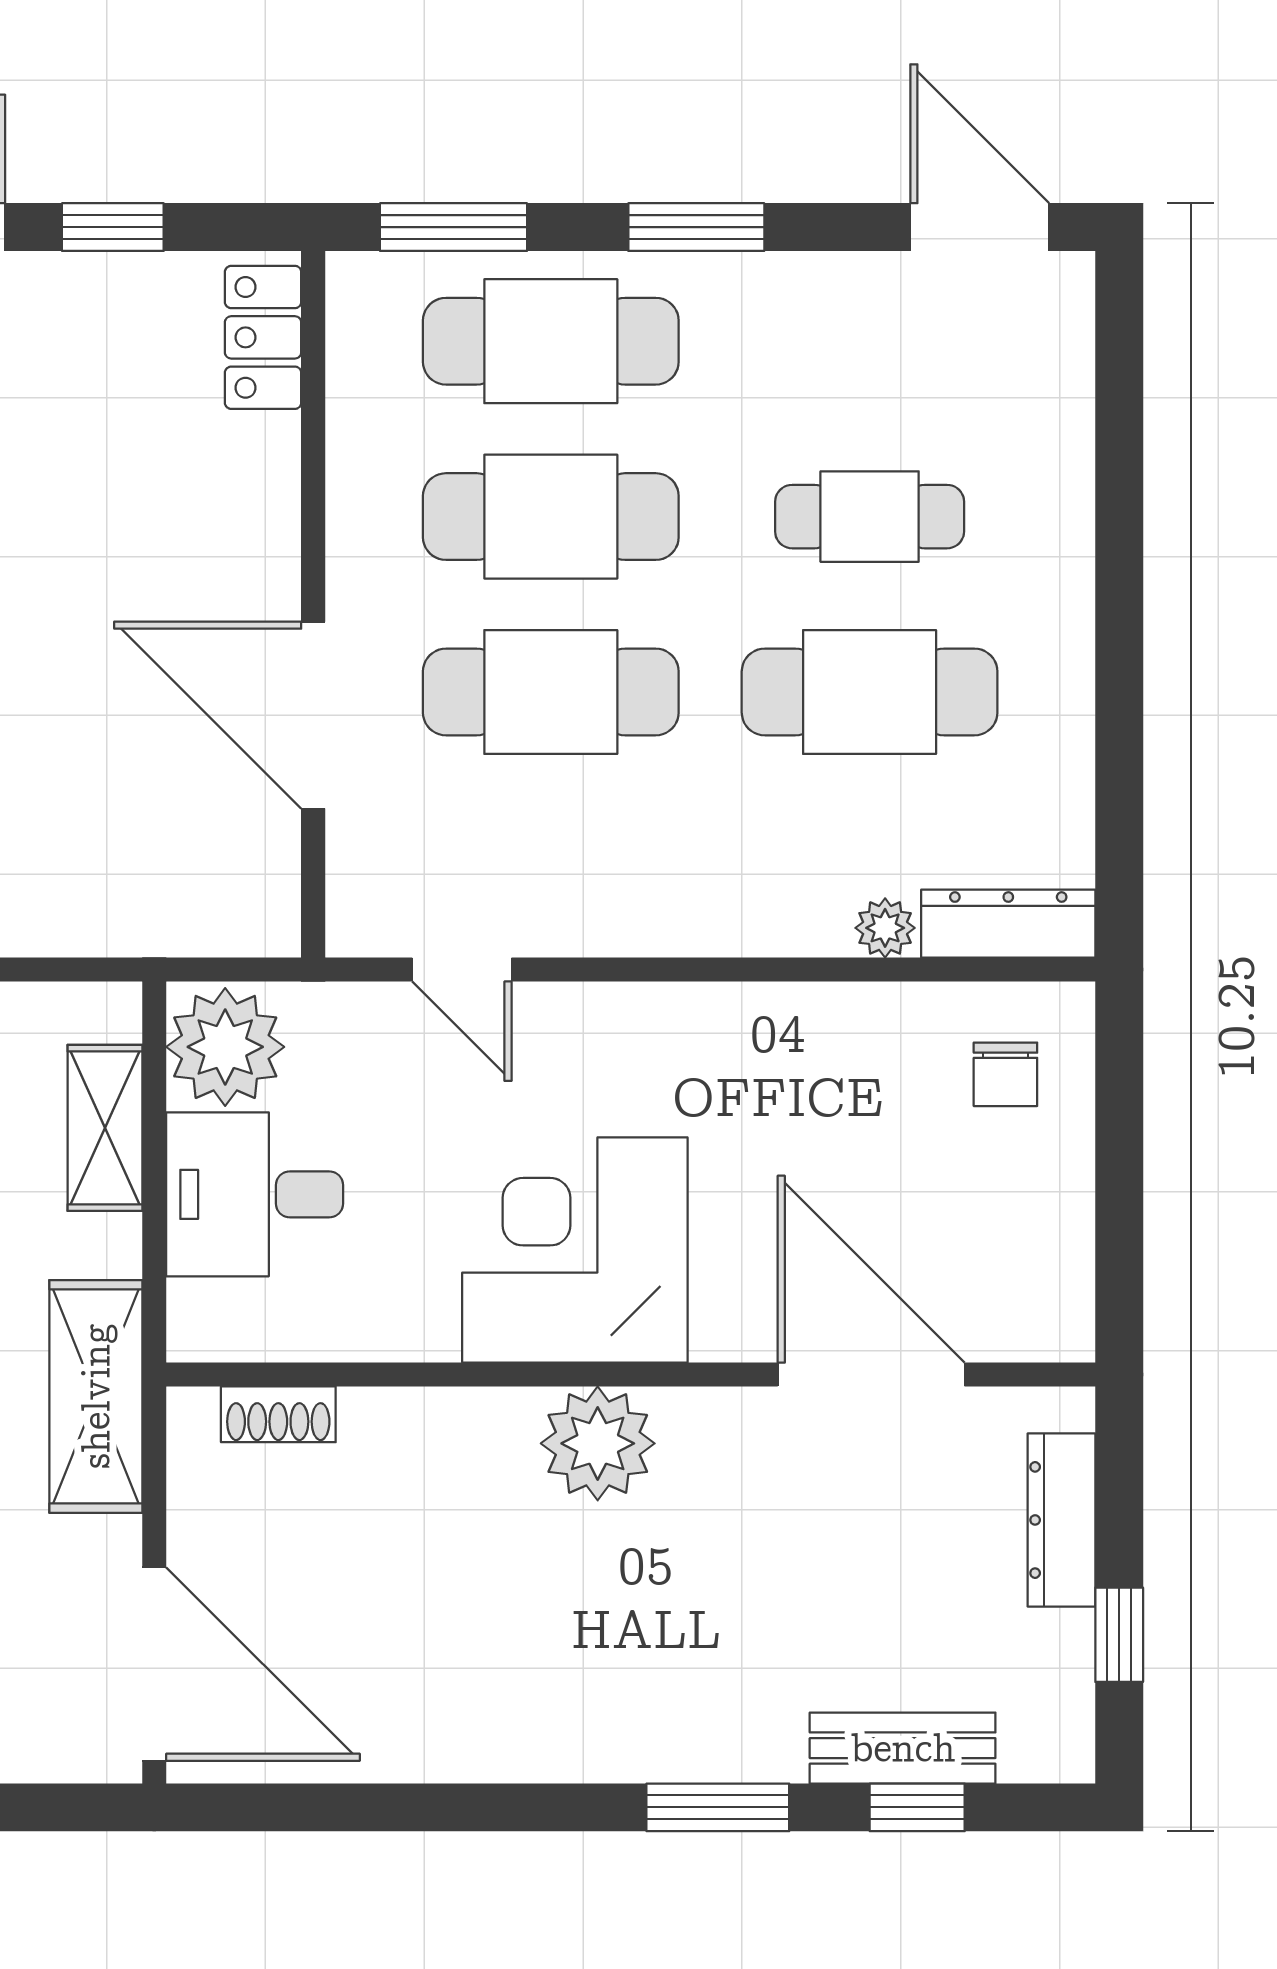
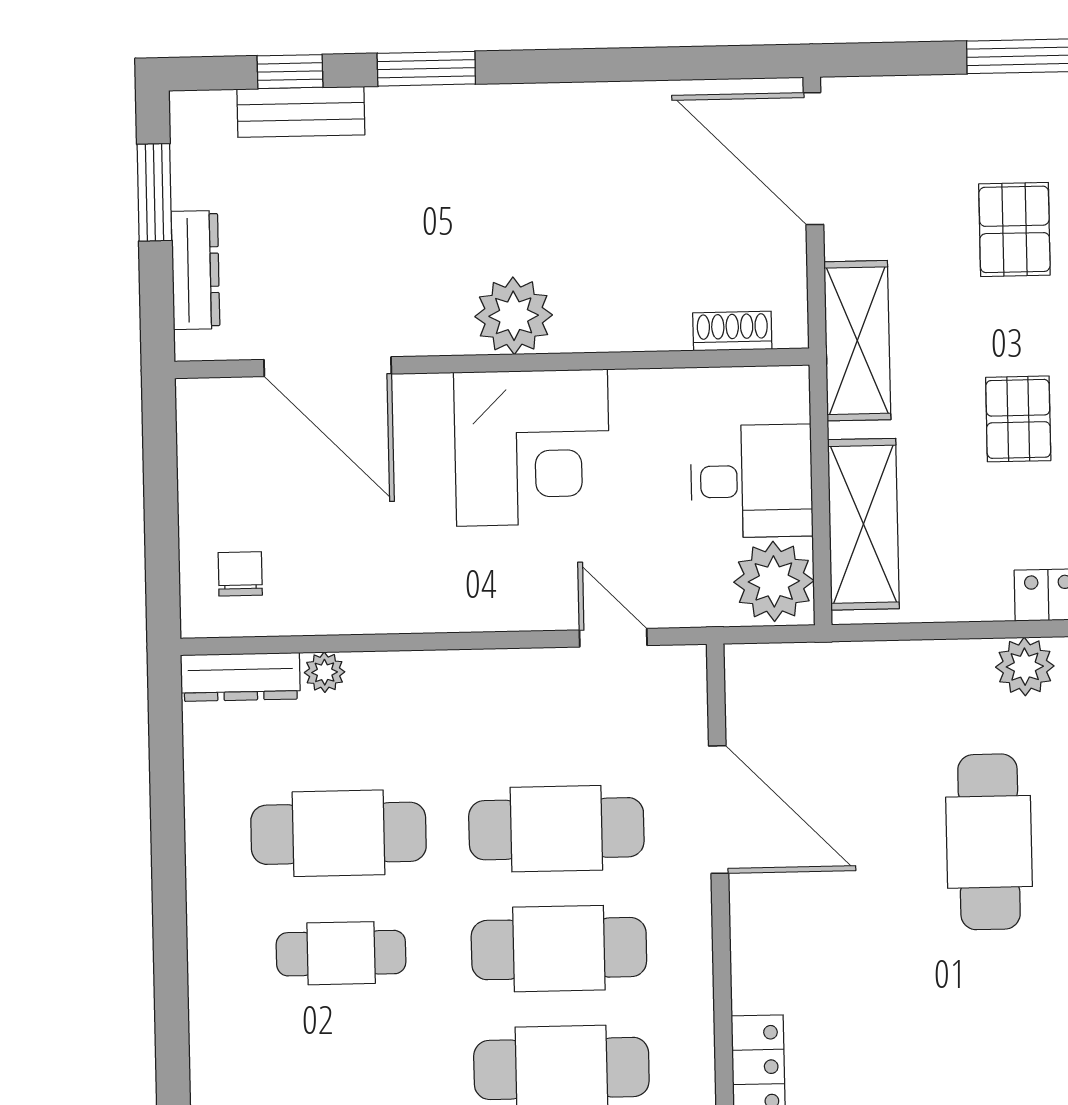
shelving: (105, 1128) -> (863, 524), width x1.50, depth x1.33
window: (1119, 1635) -> (154, 192), width x1.50

